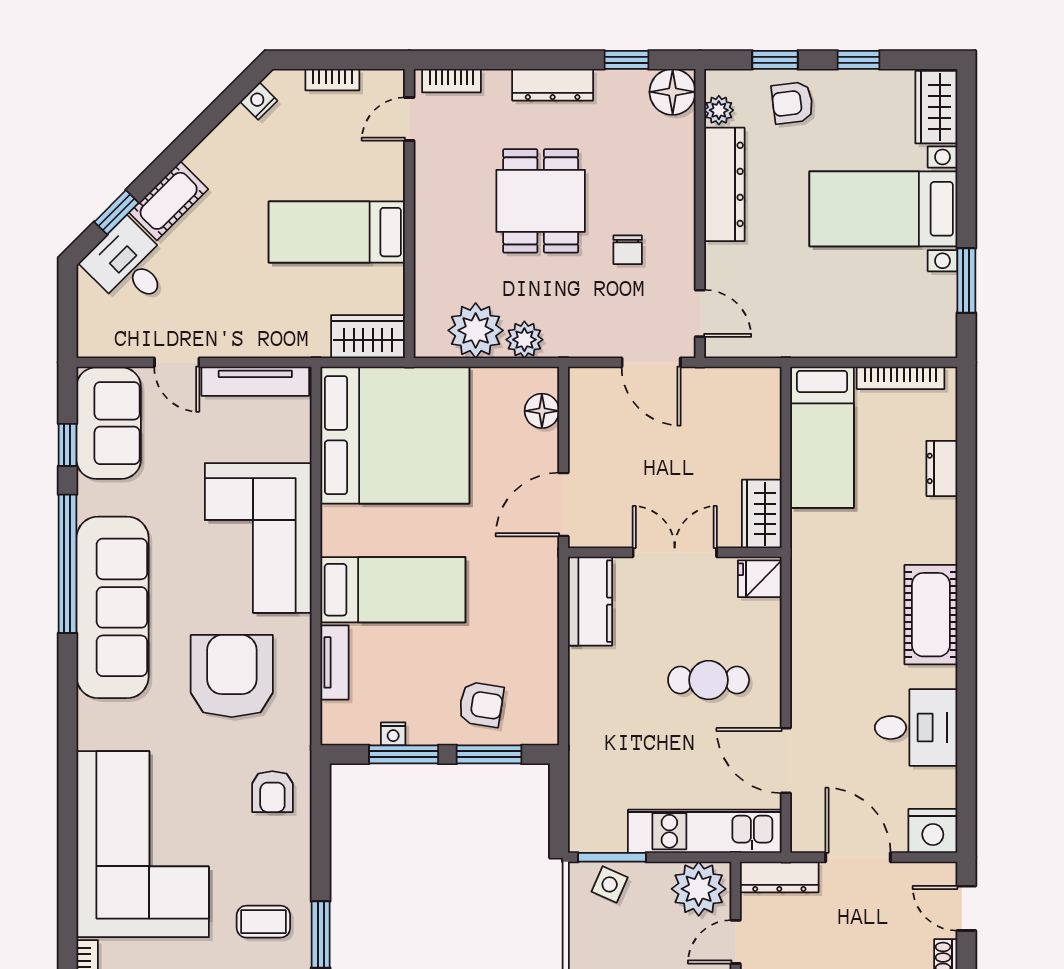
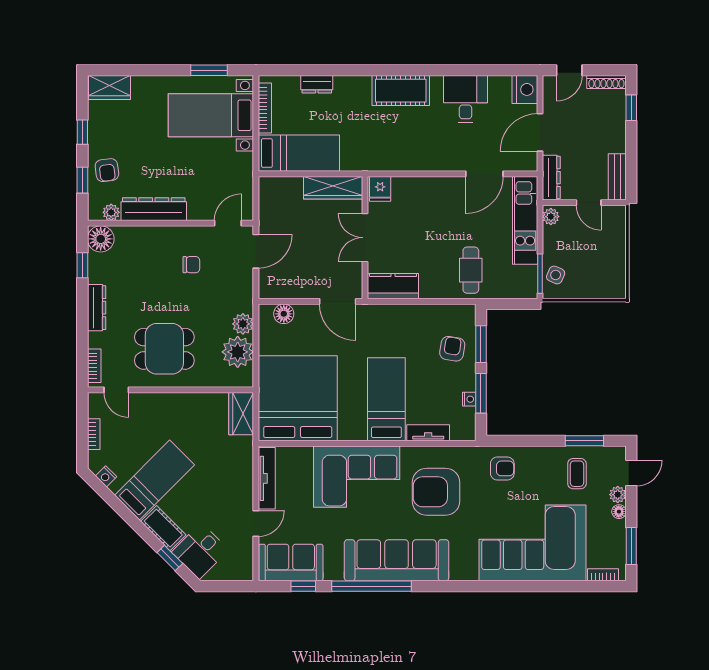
dining table: (541, 201) -> (164, 349), moved
bed with nightstands: (883, 209) -> (211, 115), moved, turned 90
bed: (337, 232) -> (155, 480), moved, turned -135
wardrobe: (762, 514) -> (333, 188), width x1.50
cafe table: (709, 680) -> (471, 270), moved
plant: (699, 889) -> (551, 217), width x0.53, depth x0.53

